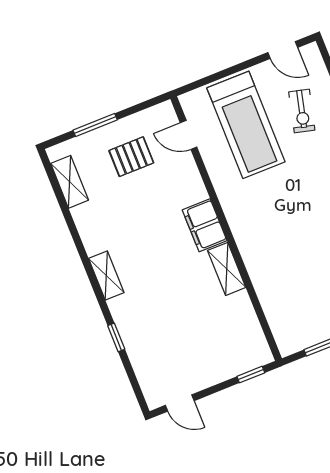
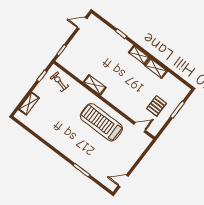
exercise bike: (302, 111) -> (59, 82), moved
treadmill: (246, 125) -> (101, 122), moved
shelving: (70, 182) -> (156, 68), moved
filing cabinet: (205, 225) -> (113, 97), removed

